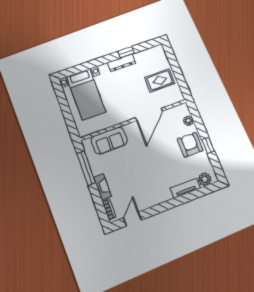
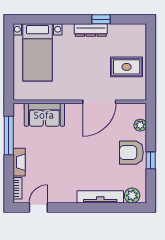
armchair: (190, 145) -> (131, 153), turned -90
tv unit: (185, 188) -> (100, 197), width x1.41

